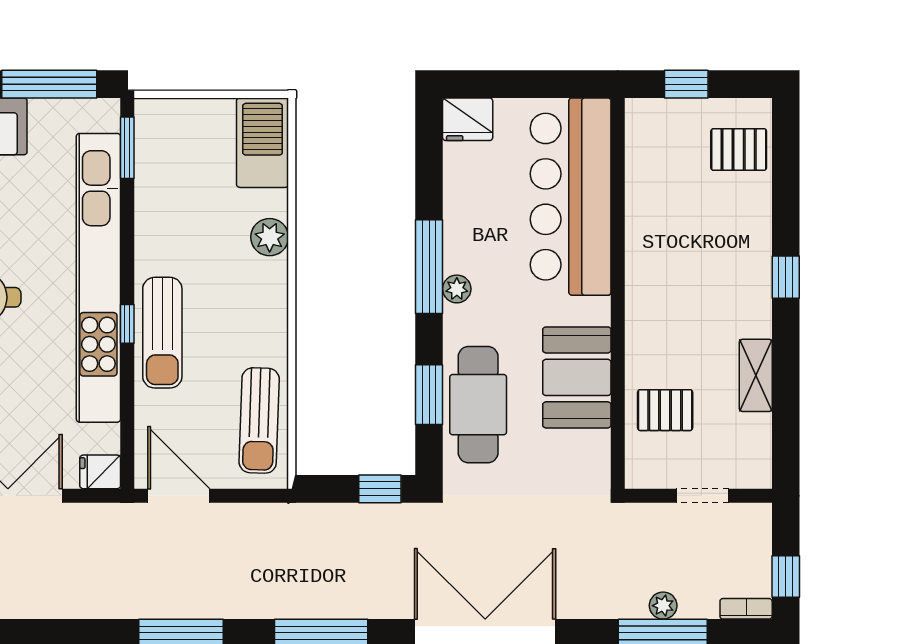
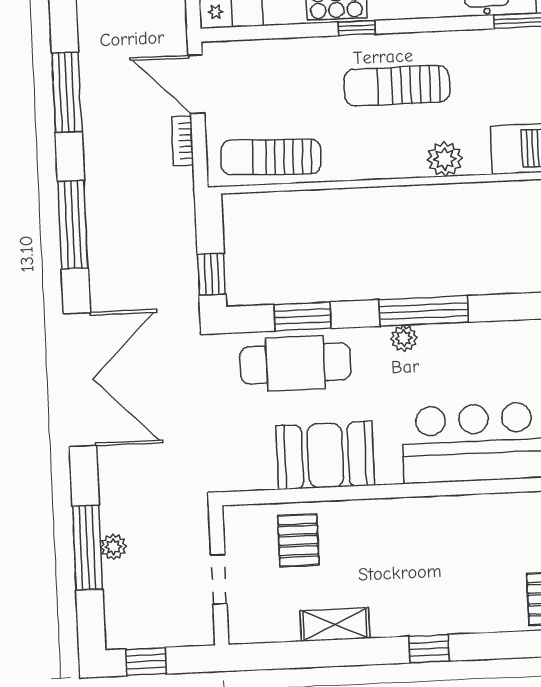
sun lounger: (162, 333) -> (397, 86), moved
door: (179, 496) -> (196, 84), swing flipped
bookcase: (746, 609) -> (183, 141), moved, turned 180

